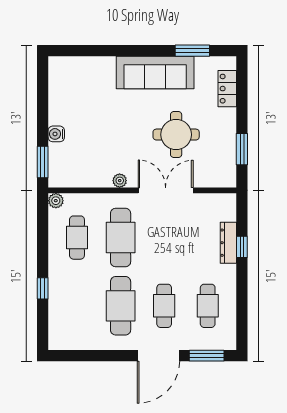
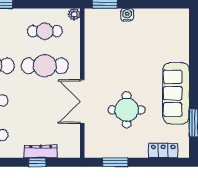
plant: (120, 181) -> (90, 65), removed
double door: (166, 190) -> (82, 102), swing flipped

